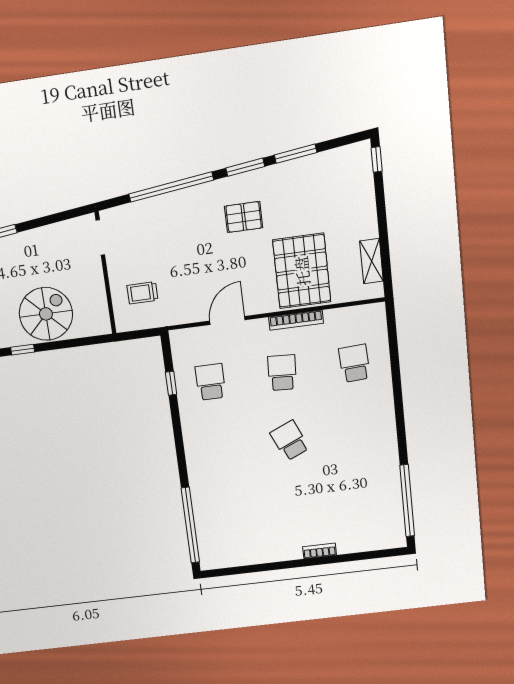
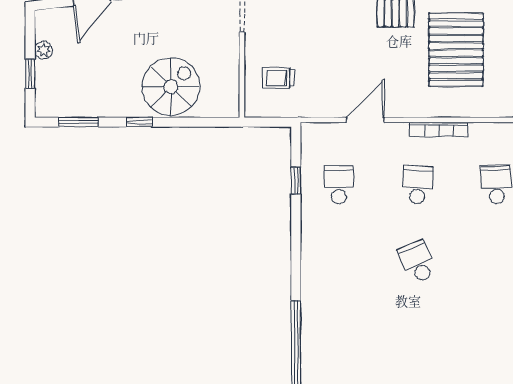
pallet: (302, 271) -> (456, 50), moved

